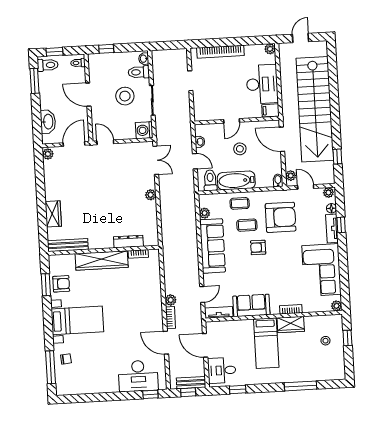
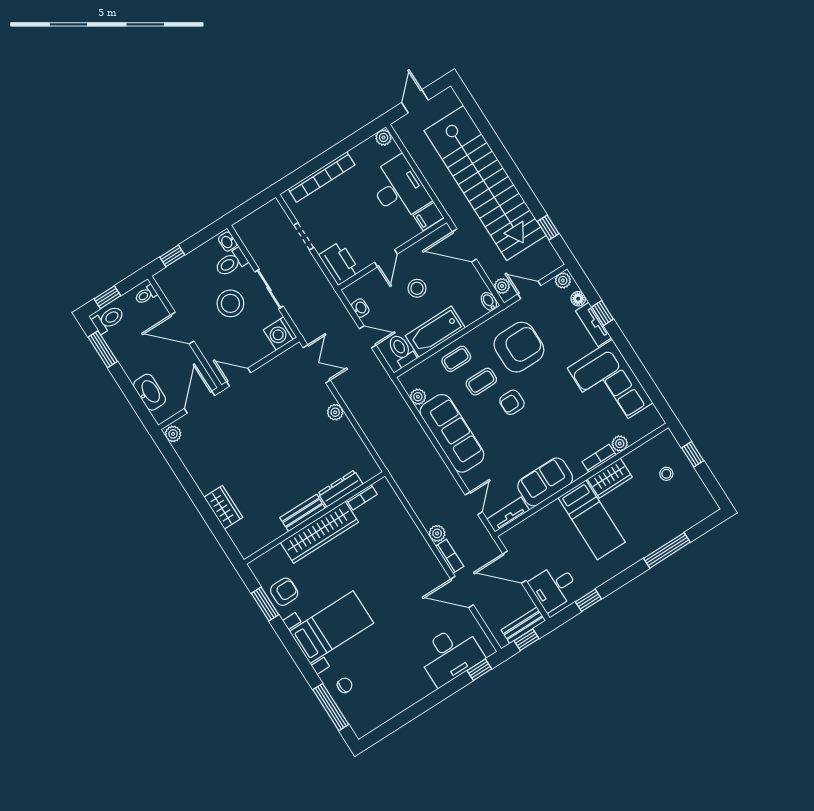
printer: (202, 108) -> (339, 263), added
bench: (68, 245) -> (303, 513), moved, width x0.73
plant: (336, 306) -> (620, 444), moved

